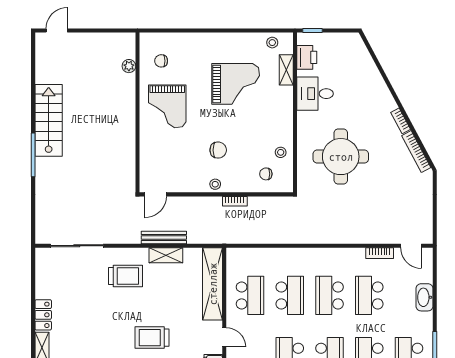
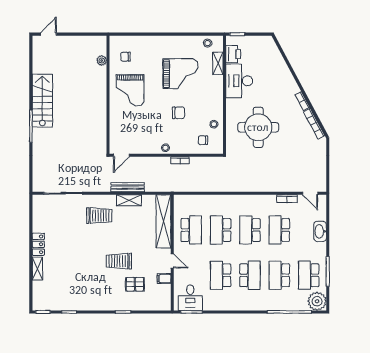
desk: (315, 94) -> (239, 81), width x1.37
chair: (218, 150) -> (179, 113), moved
school desk: (290, 295) -> (221, 230), turned 180

